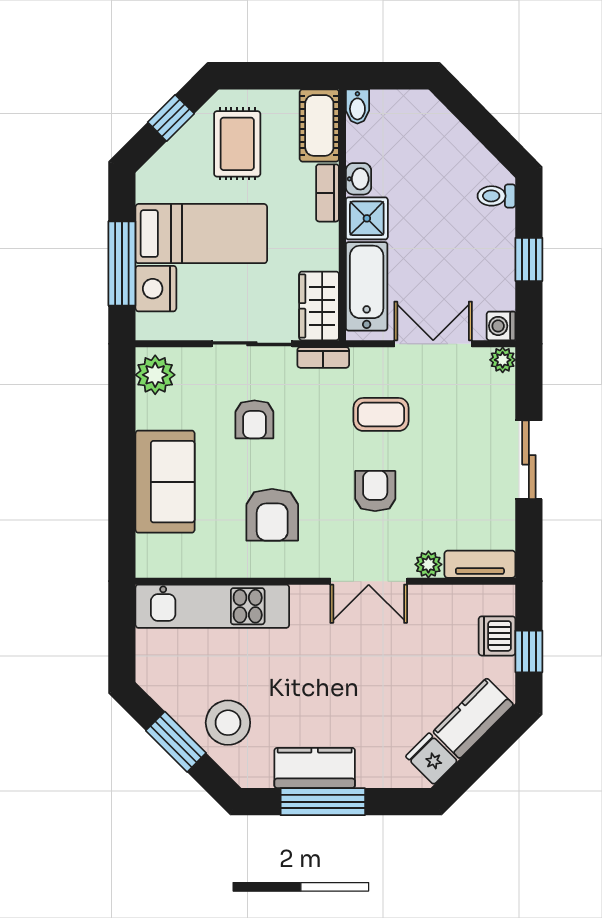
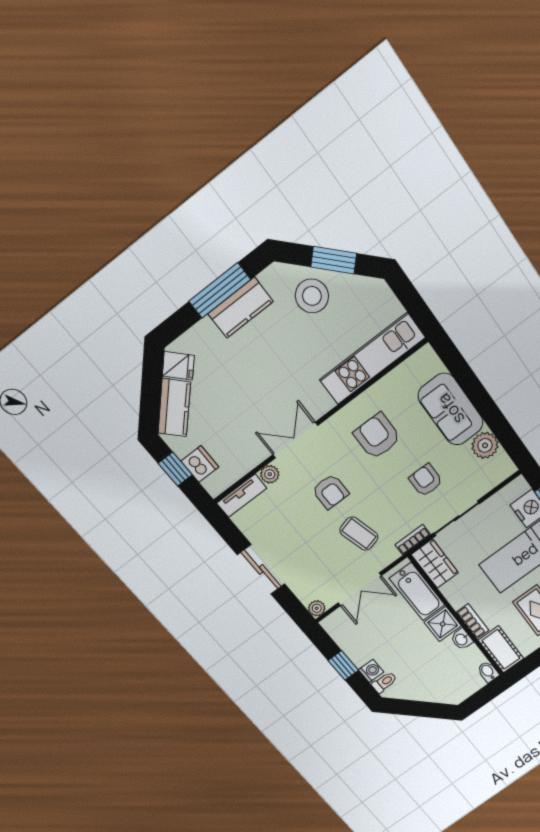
washing machine: (501, 326) -> (371, 671), moved
plant: (155, 375) -> (485, 445), moved
coffee table: (381, 414) -> (359, 534), turned 75

